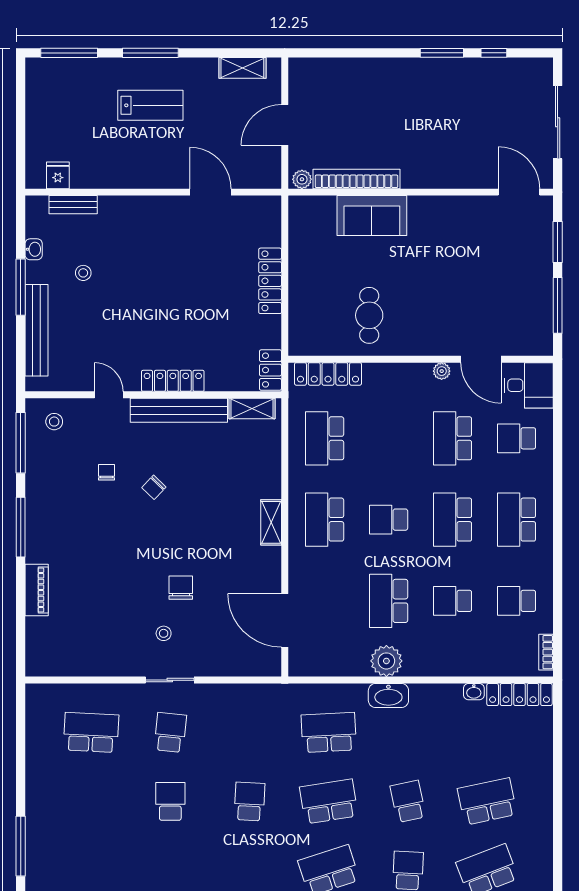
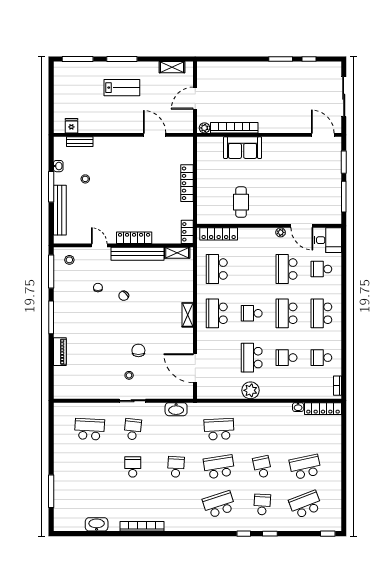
washbasin: (388, 696) -> (176, 409), moved

